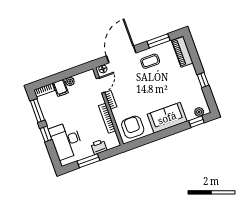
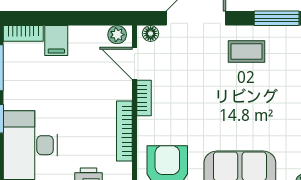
plant: (70, 81) -> (117, 35), moved
door: (100, 85) -> (134, 63), swing flipped

